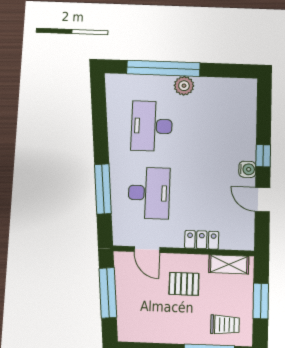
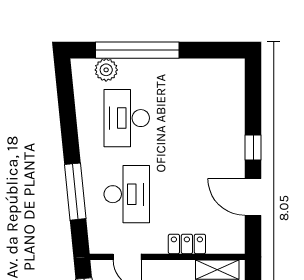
plant: (184, 86) -> (106, 70), moved
water cooler: (247, 169) -> (236, 164), removed
door: (262, 200) -> (253, 197), width x1.38

